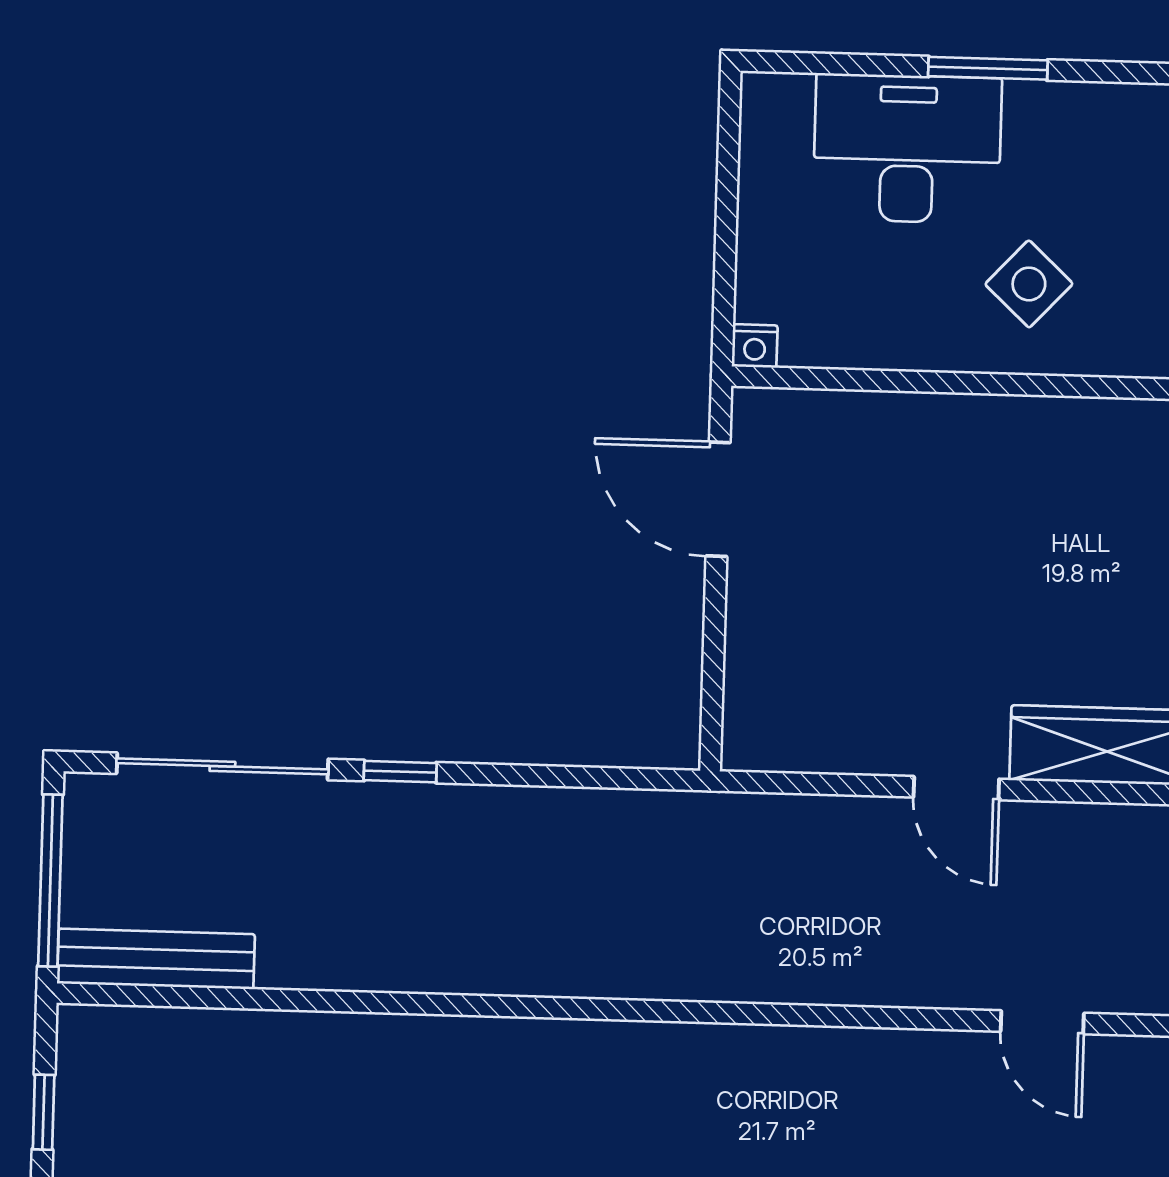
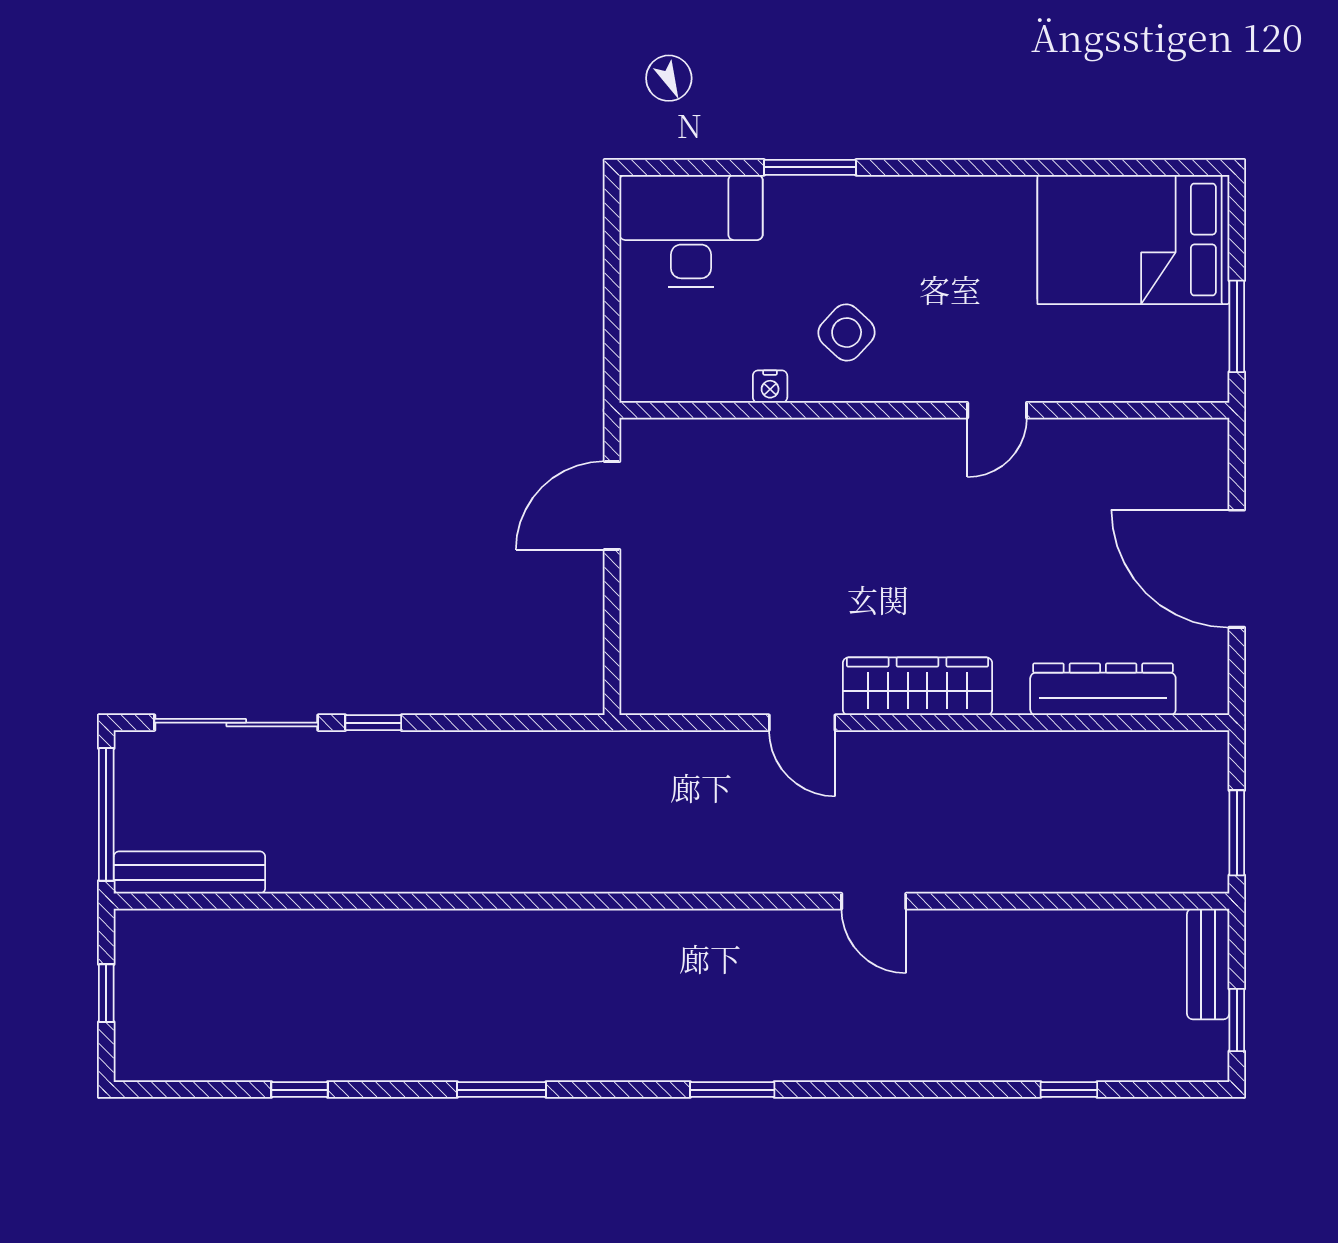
desk: (907, 149) -> (691, 231), moved
nightstand: (755, 346) -> (770, 387), moved
door: (718, 499) -> (612, 506), hinge flipped

